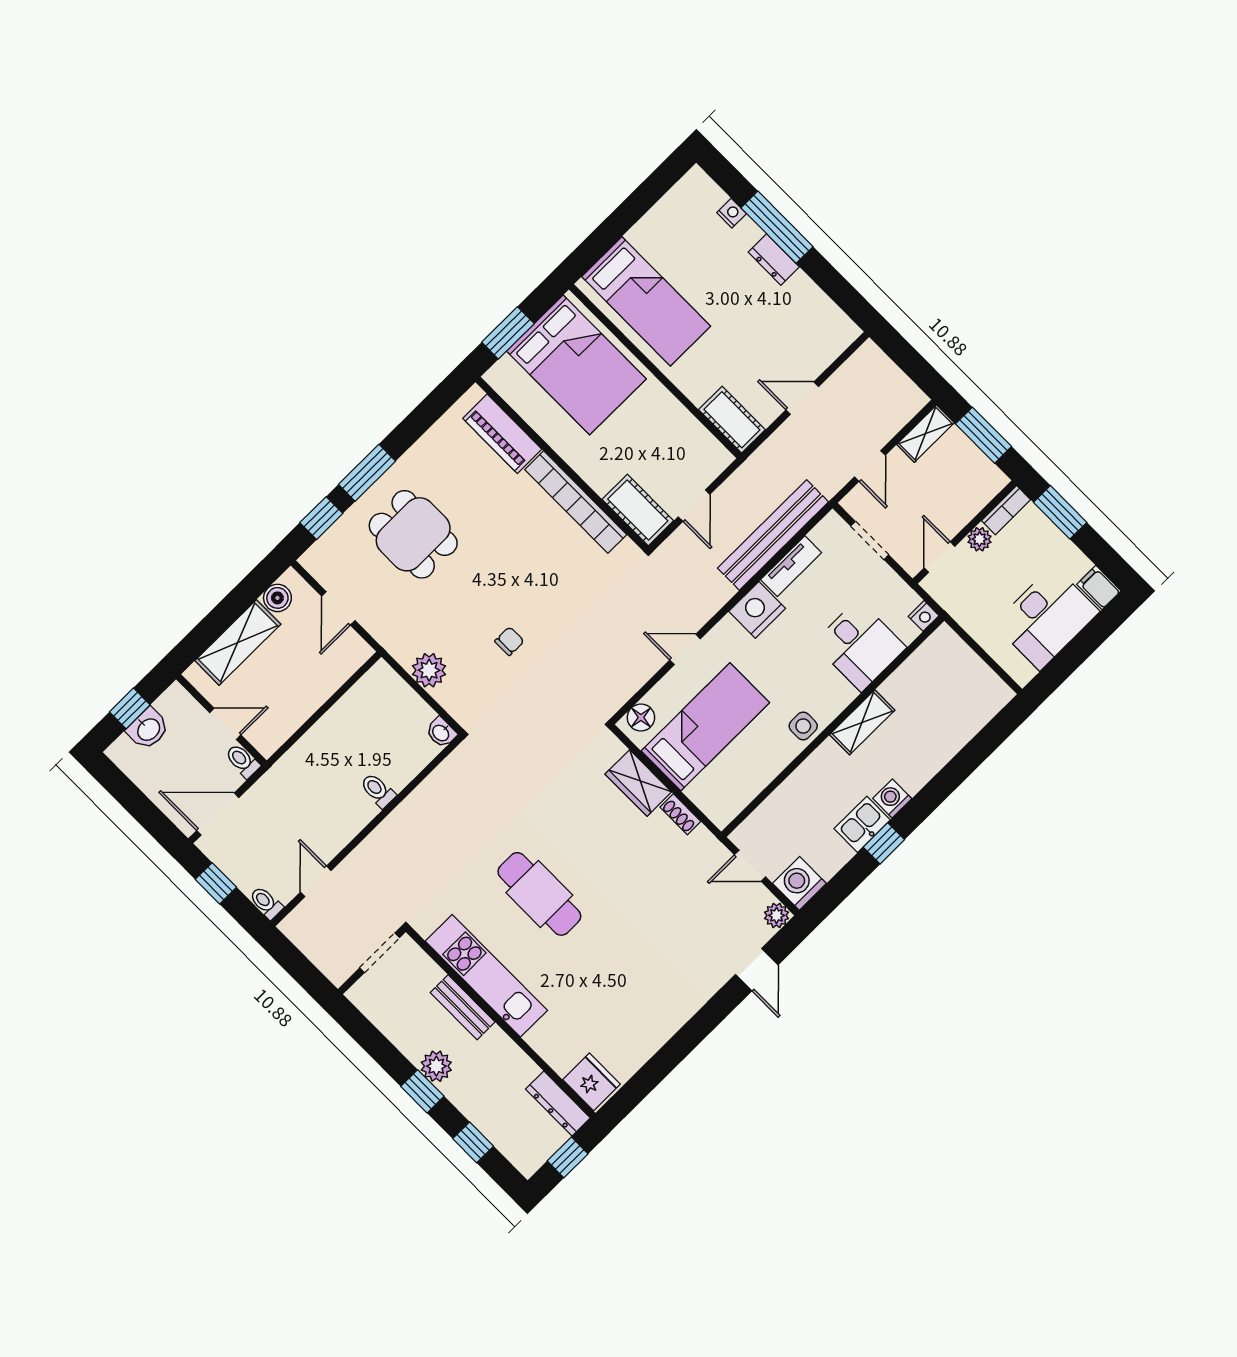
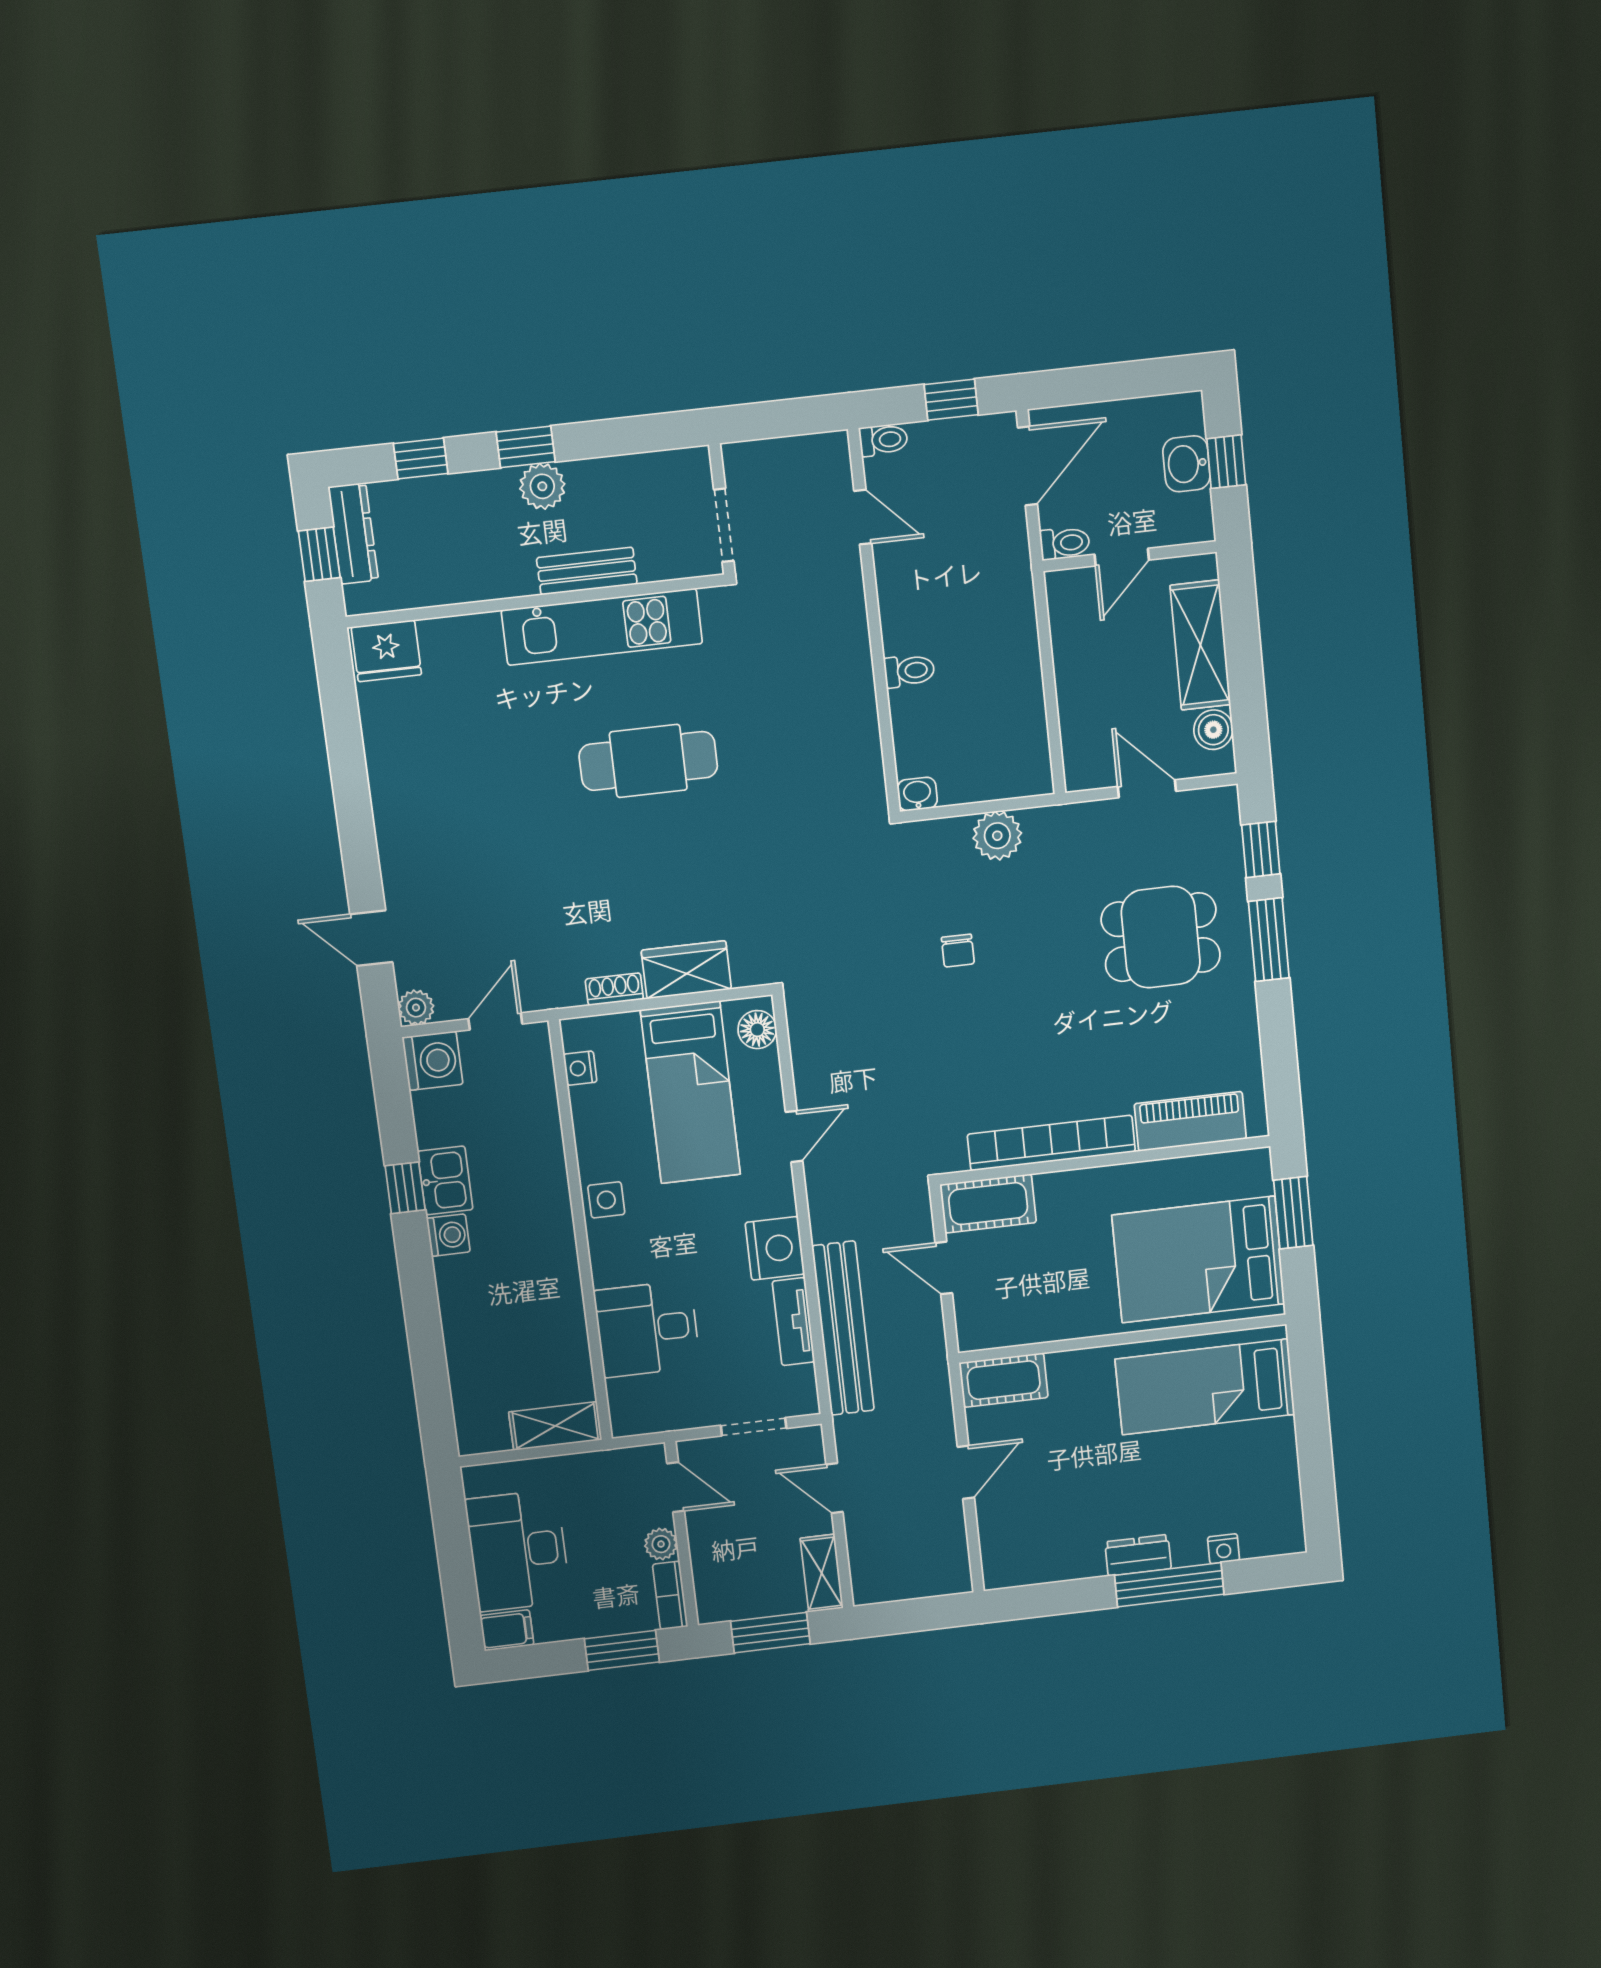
nightstand: (924, 616) -> (580, 1068), moved
shelving: (862, 722) -> (555, 1426), moved, turned 90
dresser: (558, 1103) -> (353, 534), moved, turned 90

